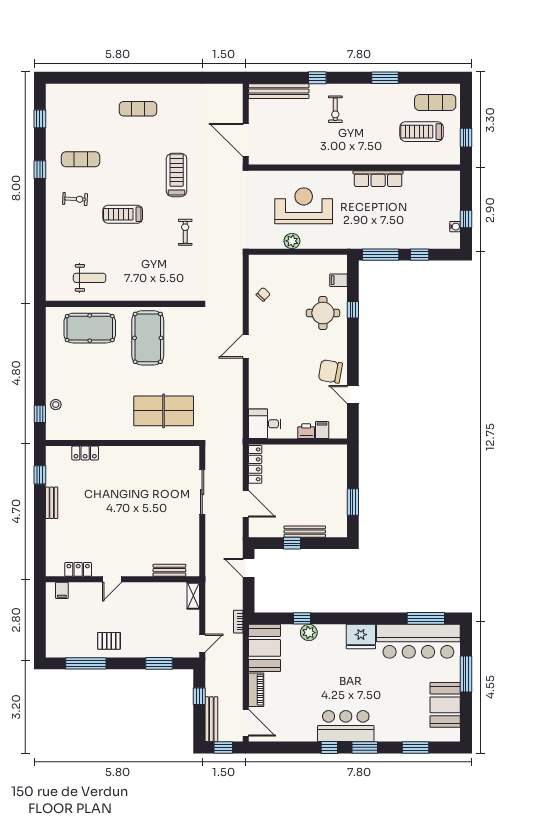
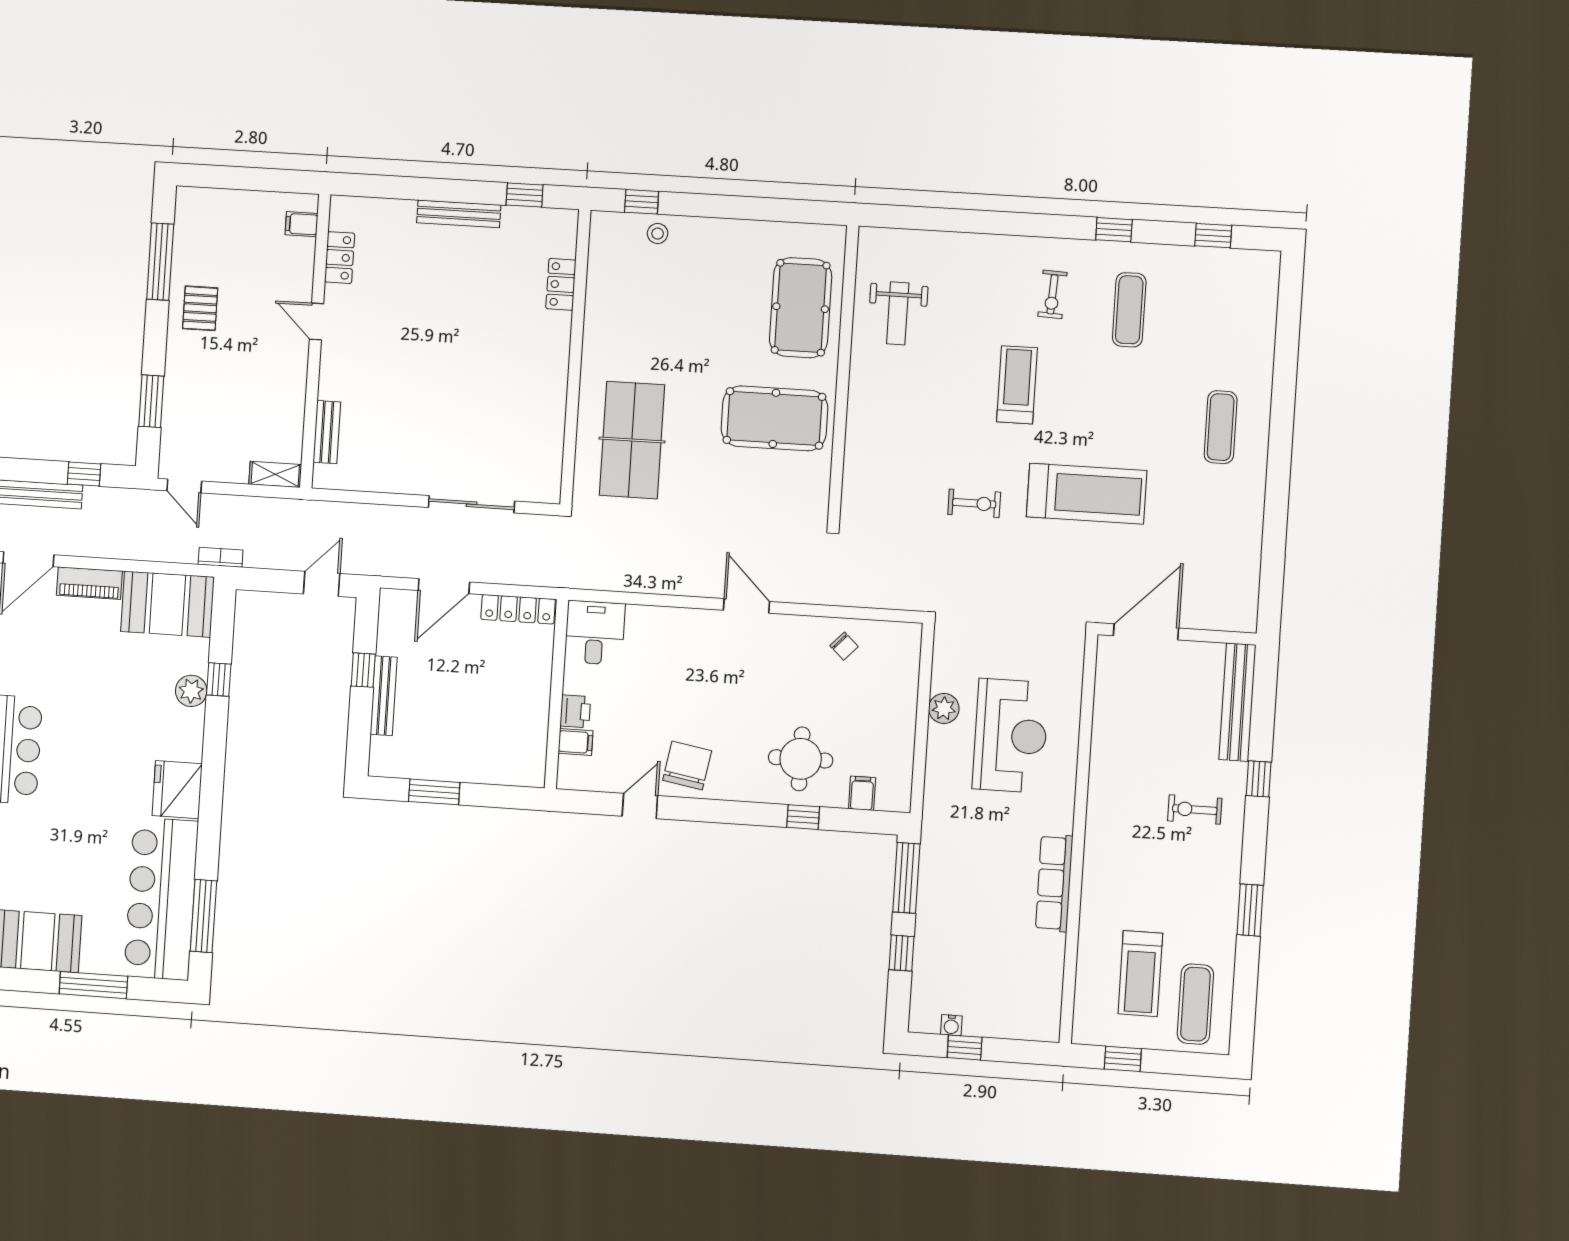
treadmill: (422, 132) -> (1140, 974), turned 180
treadmill: (177, 175) -> (1087, 494), width x1.37, depth x1.38
bench: (52, 503) -> (459, 214), width x1.36

